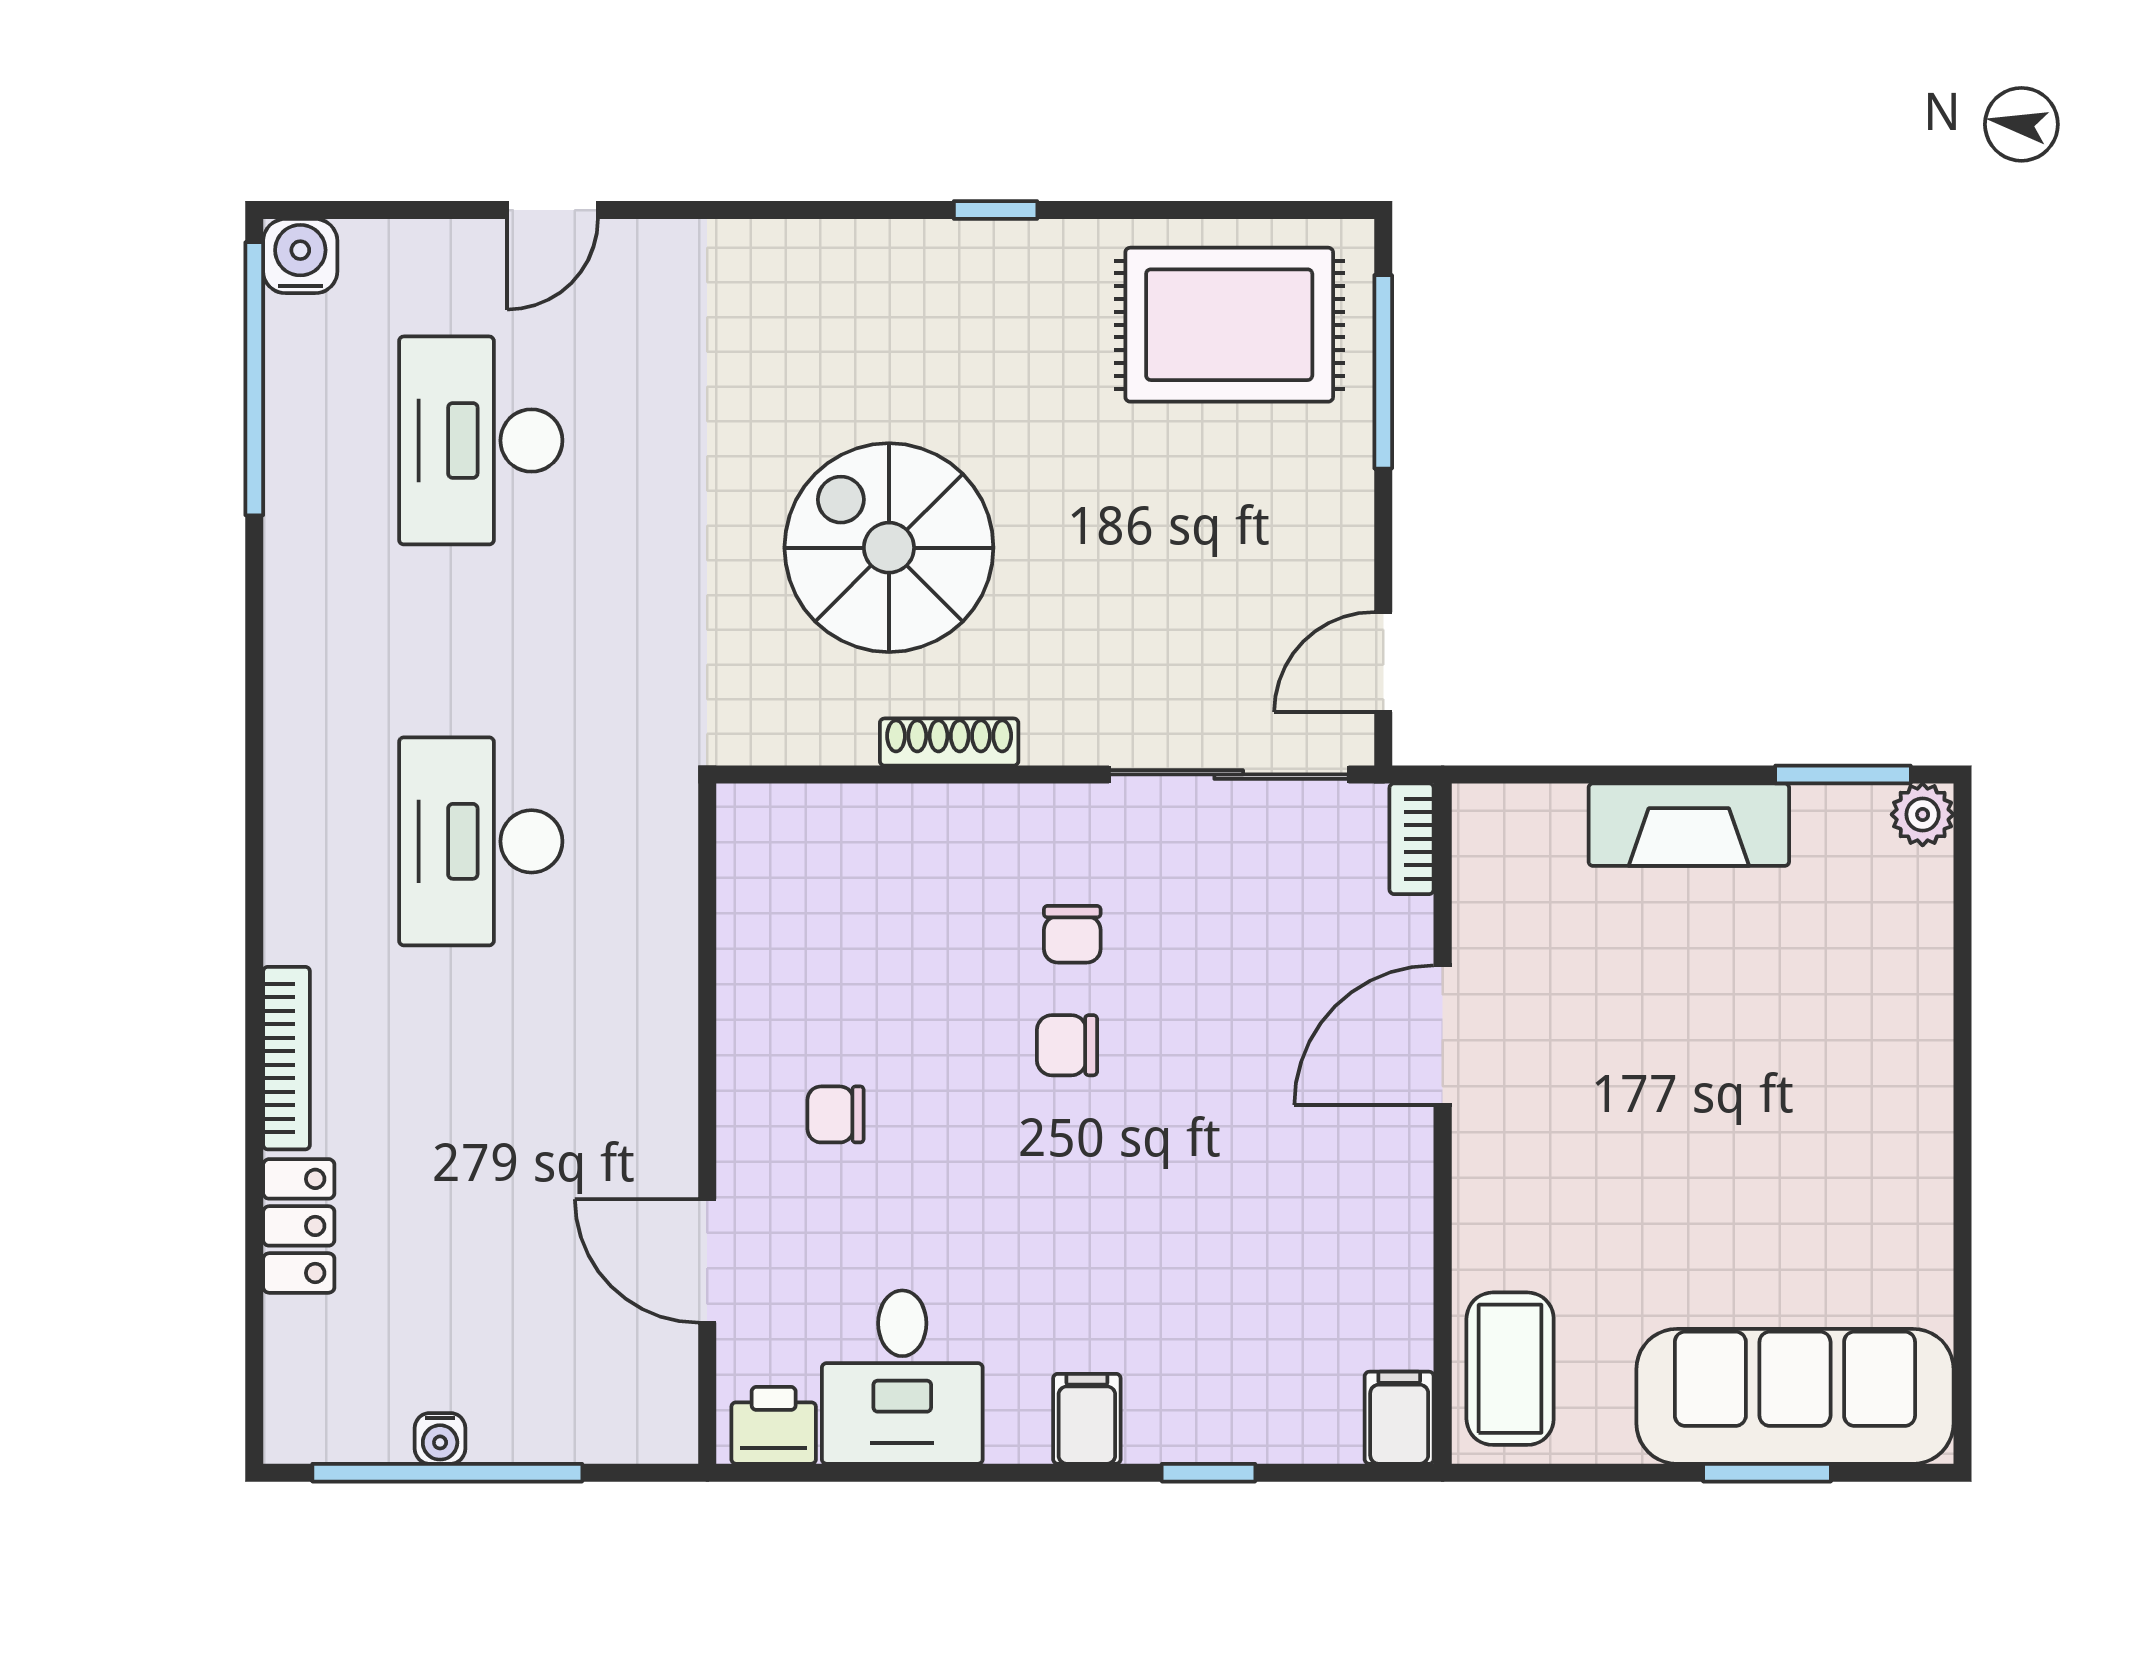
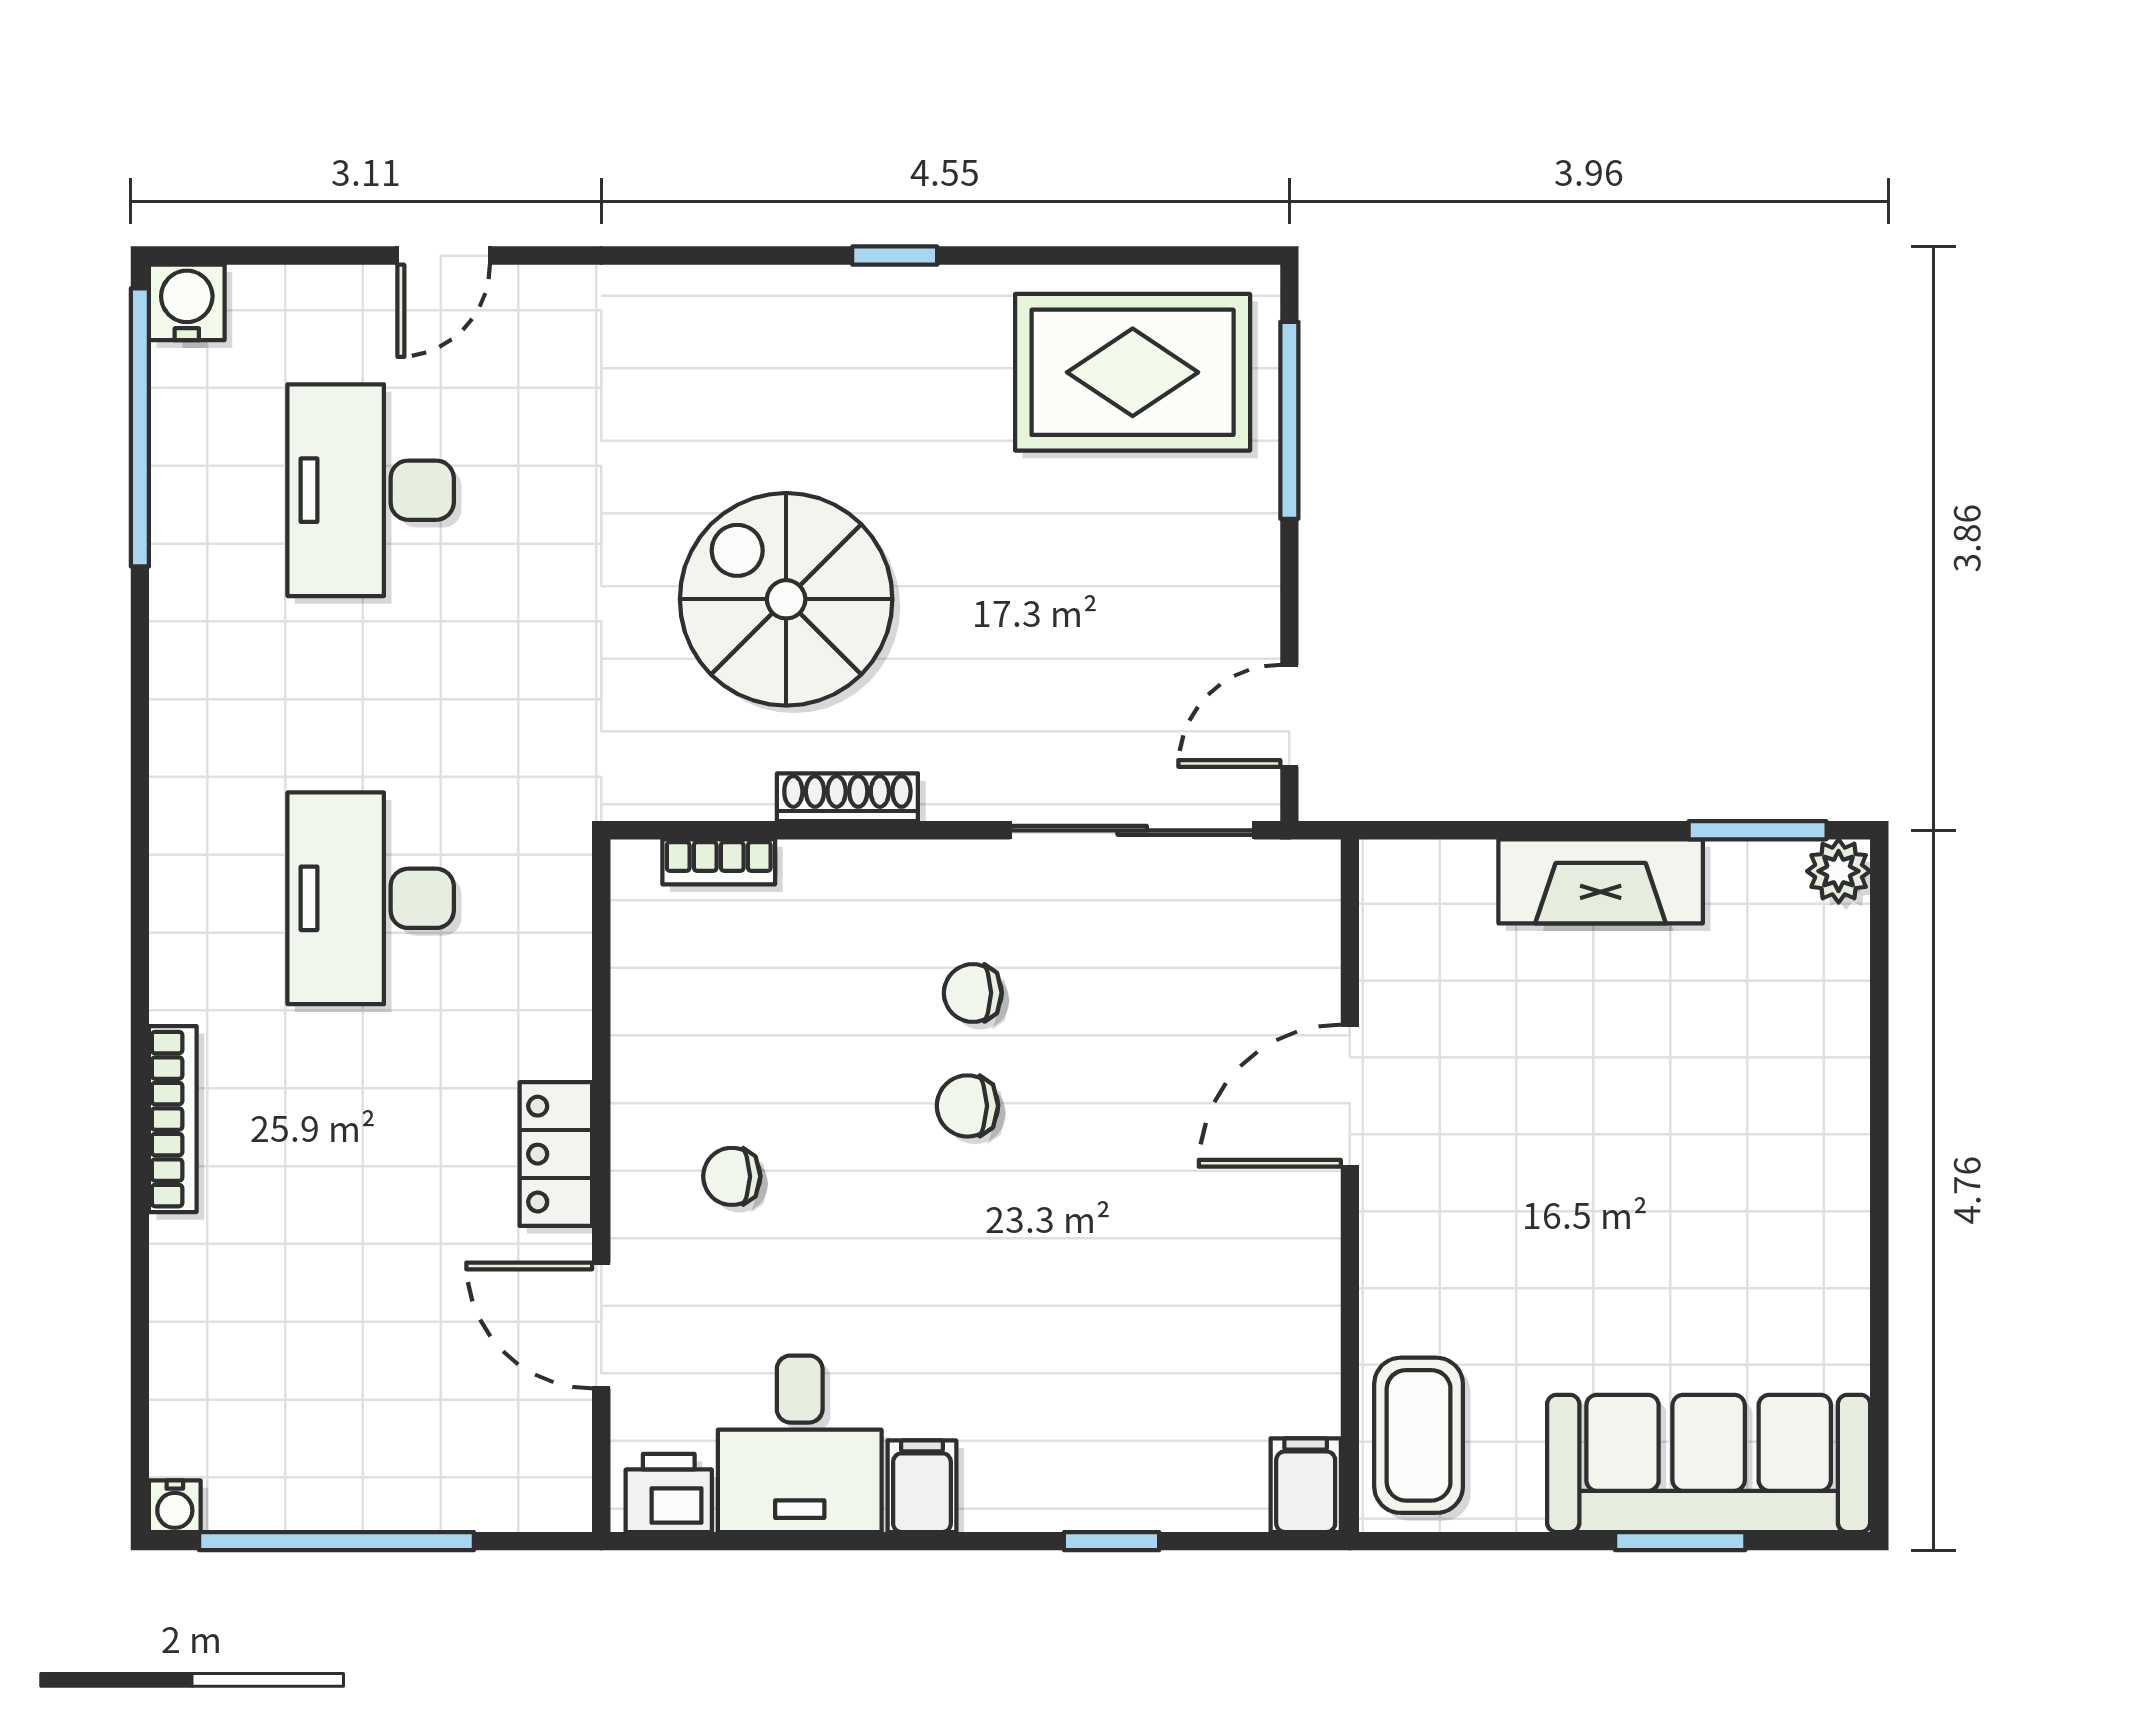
bookcase: (1412, 839) -> (719, 862), moved, turned -90
chair: (1072, 934) -> (973, 993), turned 90
locker: (299, 1226) -> (556, 1154), moved, turned 180
filing cabinet: (1087, 1419) -> (922, 1486), moved
water cooler: (440, 1438) -> (175, 1506), moved

